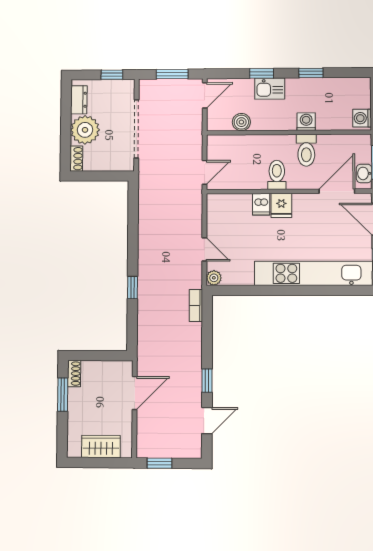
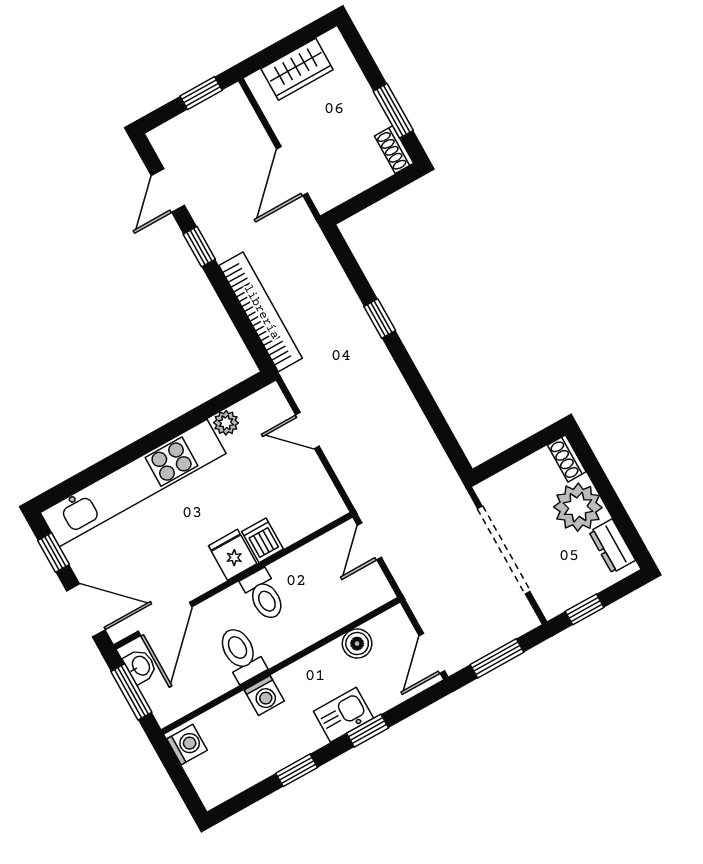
plant: (214, 278) -> (226, 423), moved
bookcase: (196, 306) -> (261, 312), width x2.31, depth x1.31

